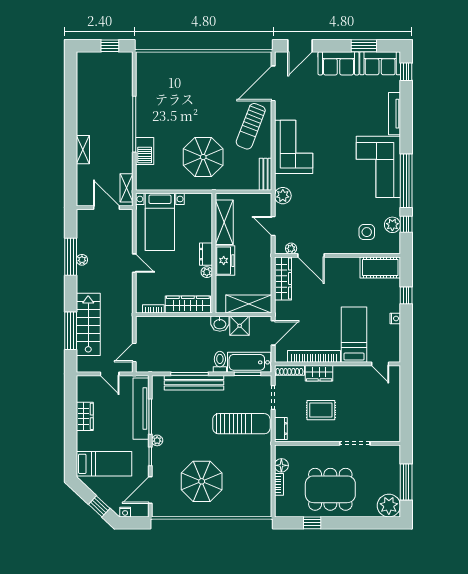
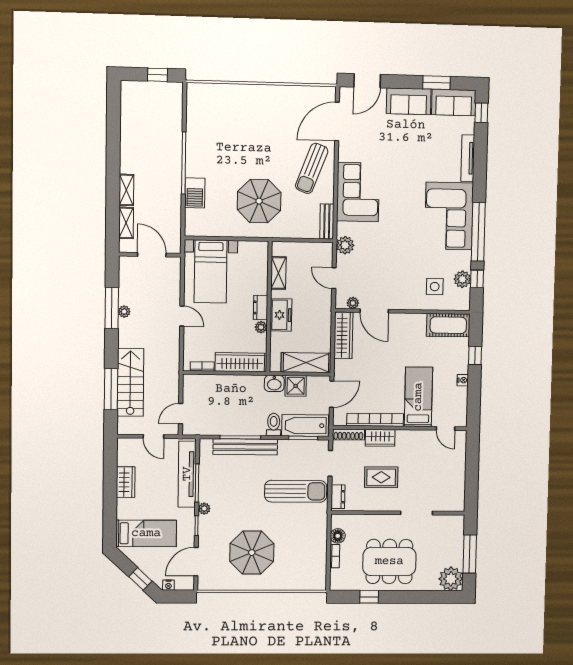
shelving: (126, 188) -> (126, 223), moved
shelving: (224, 222) -> (278, 273), width x0.67, depth x0.75

